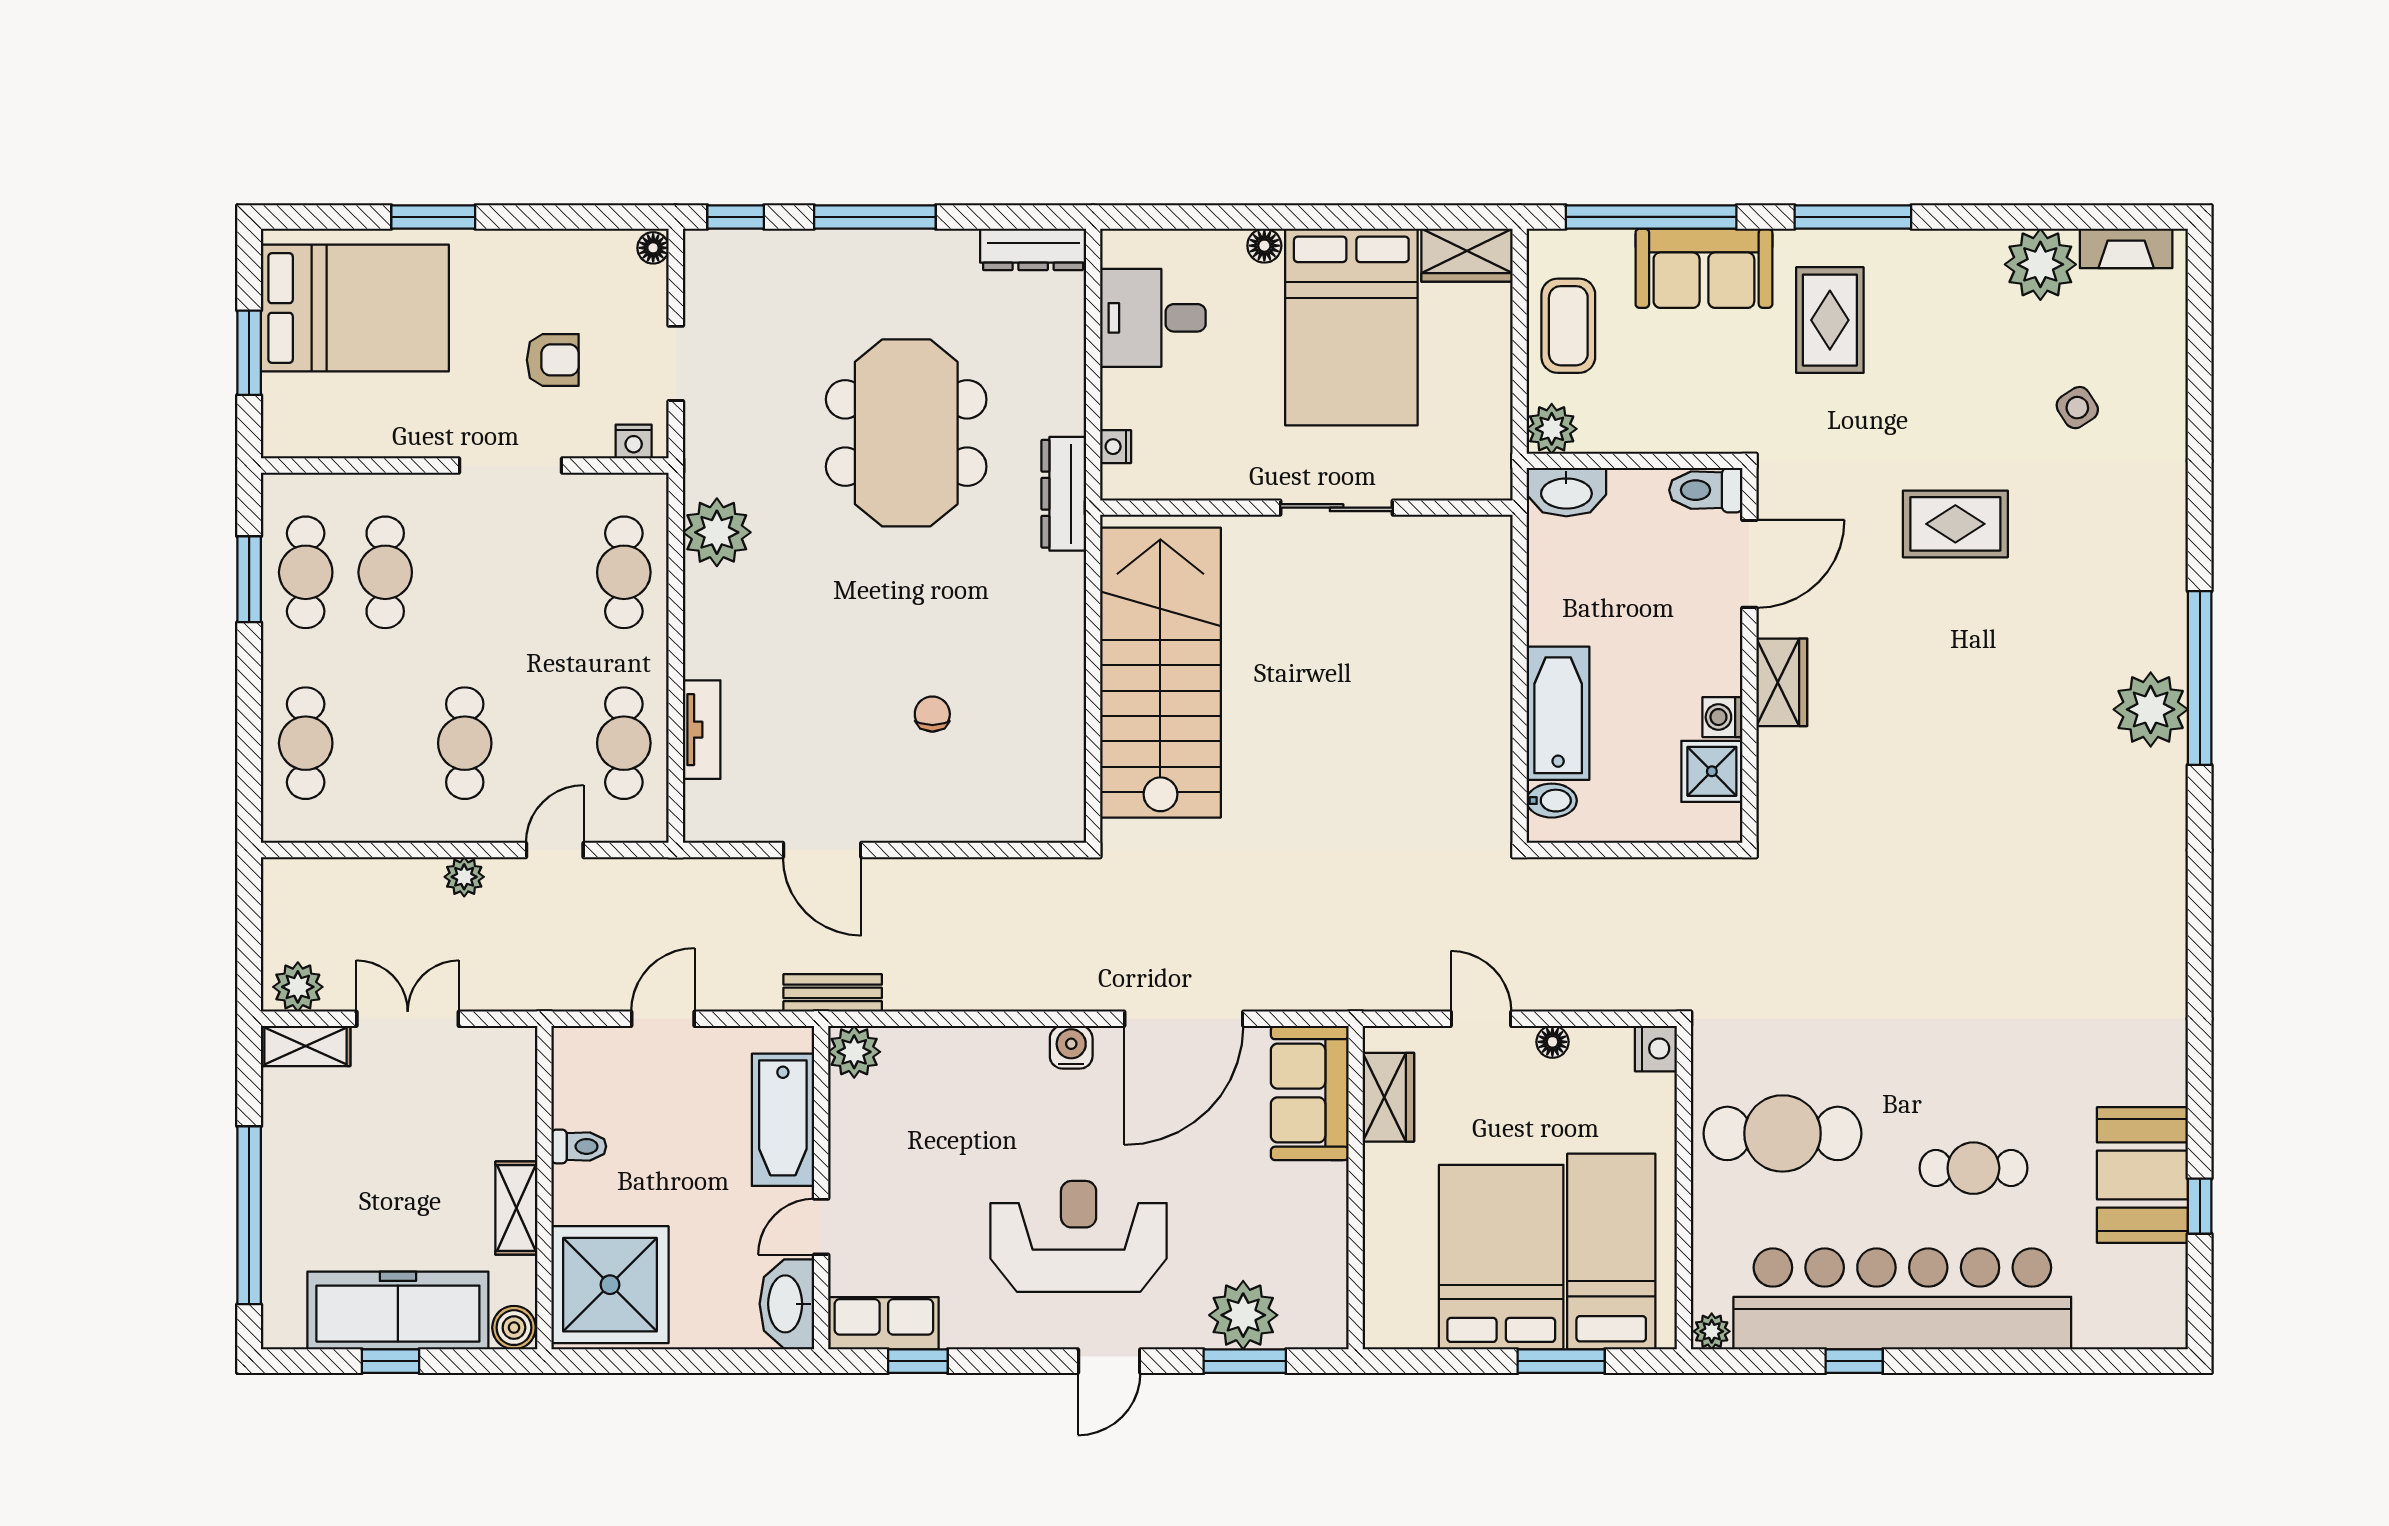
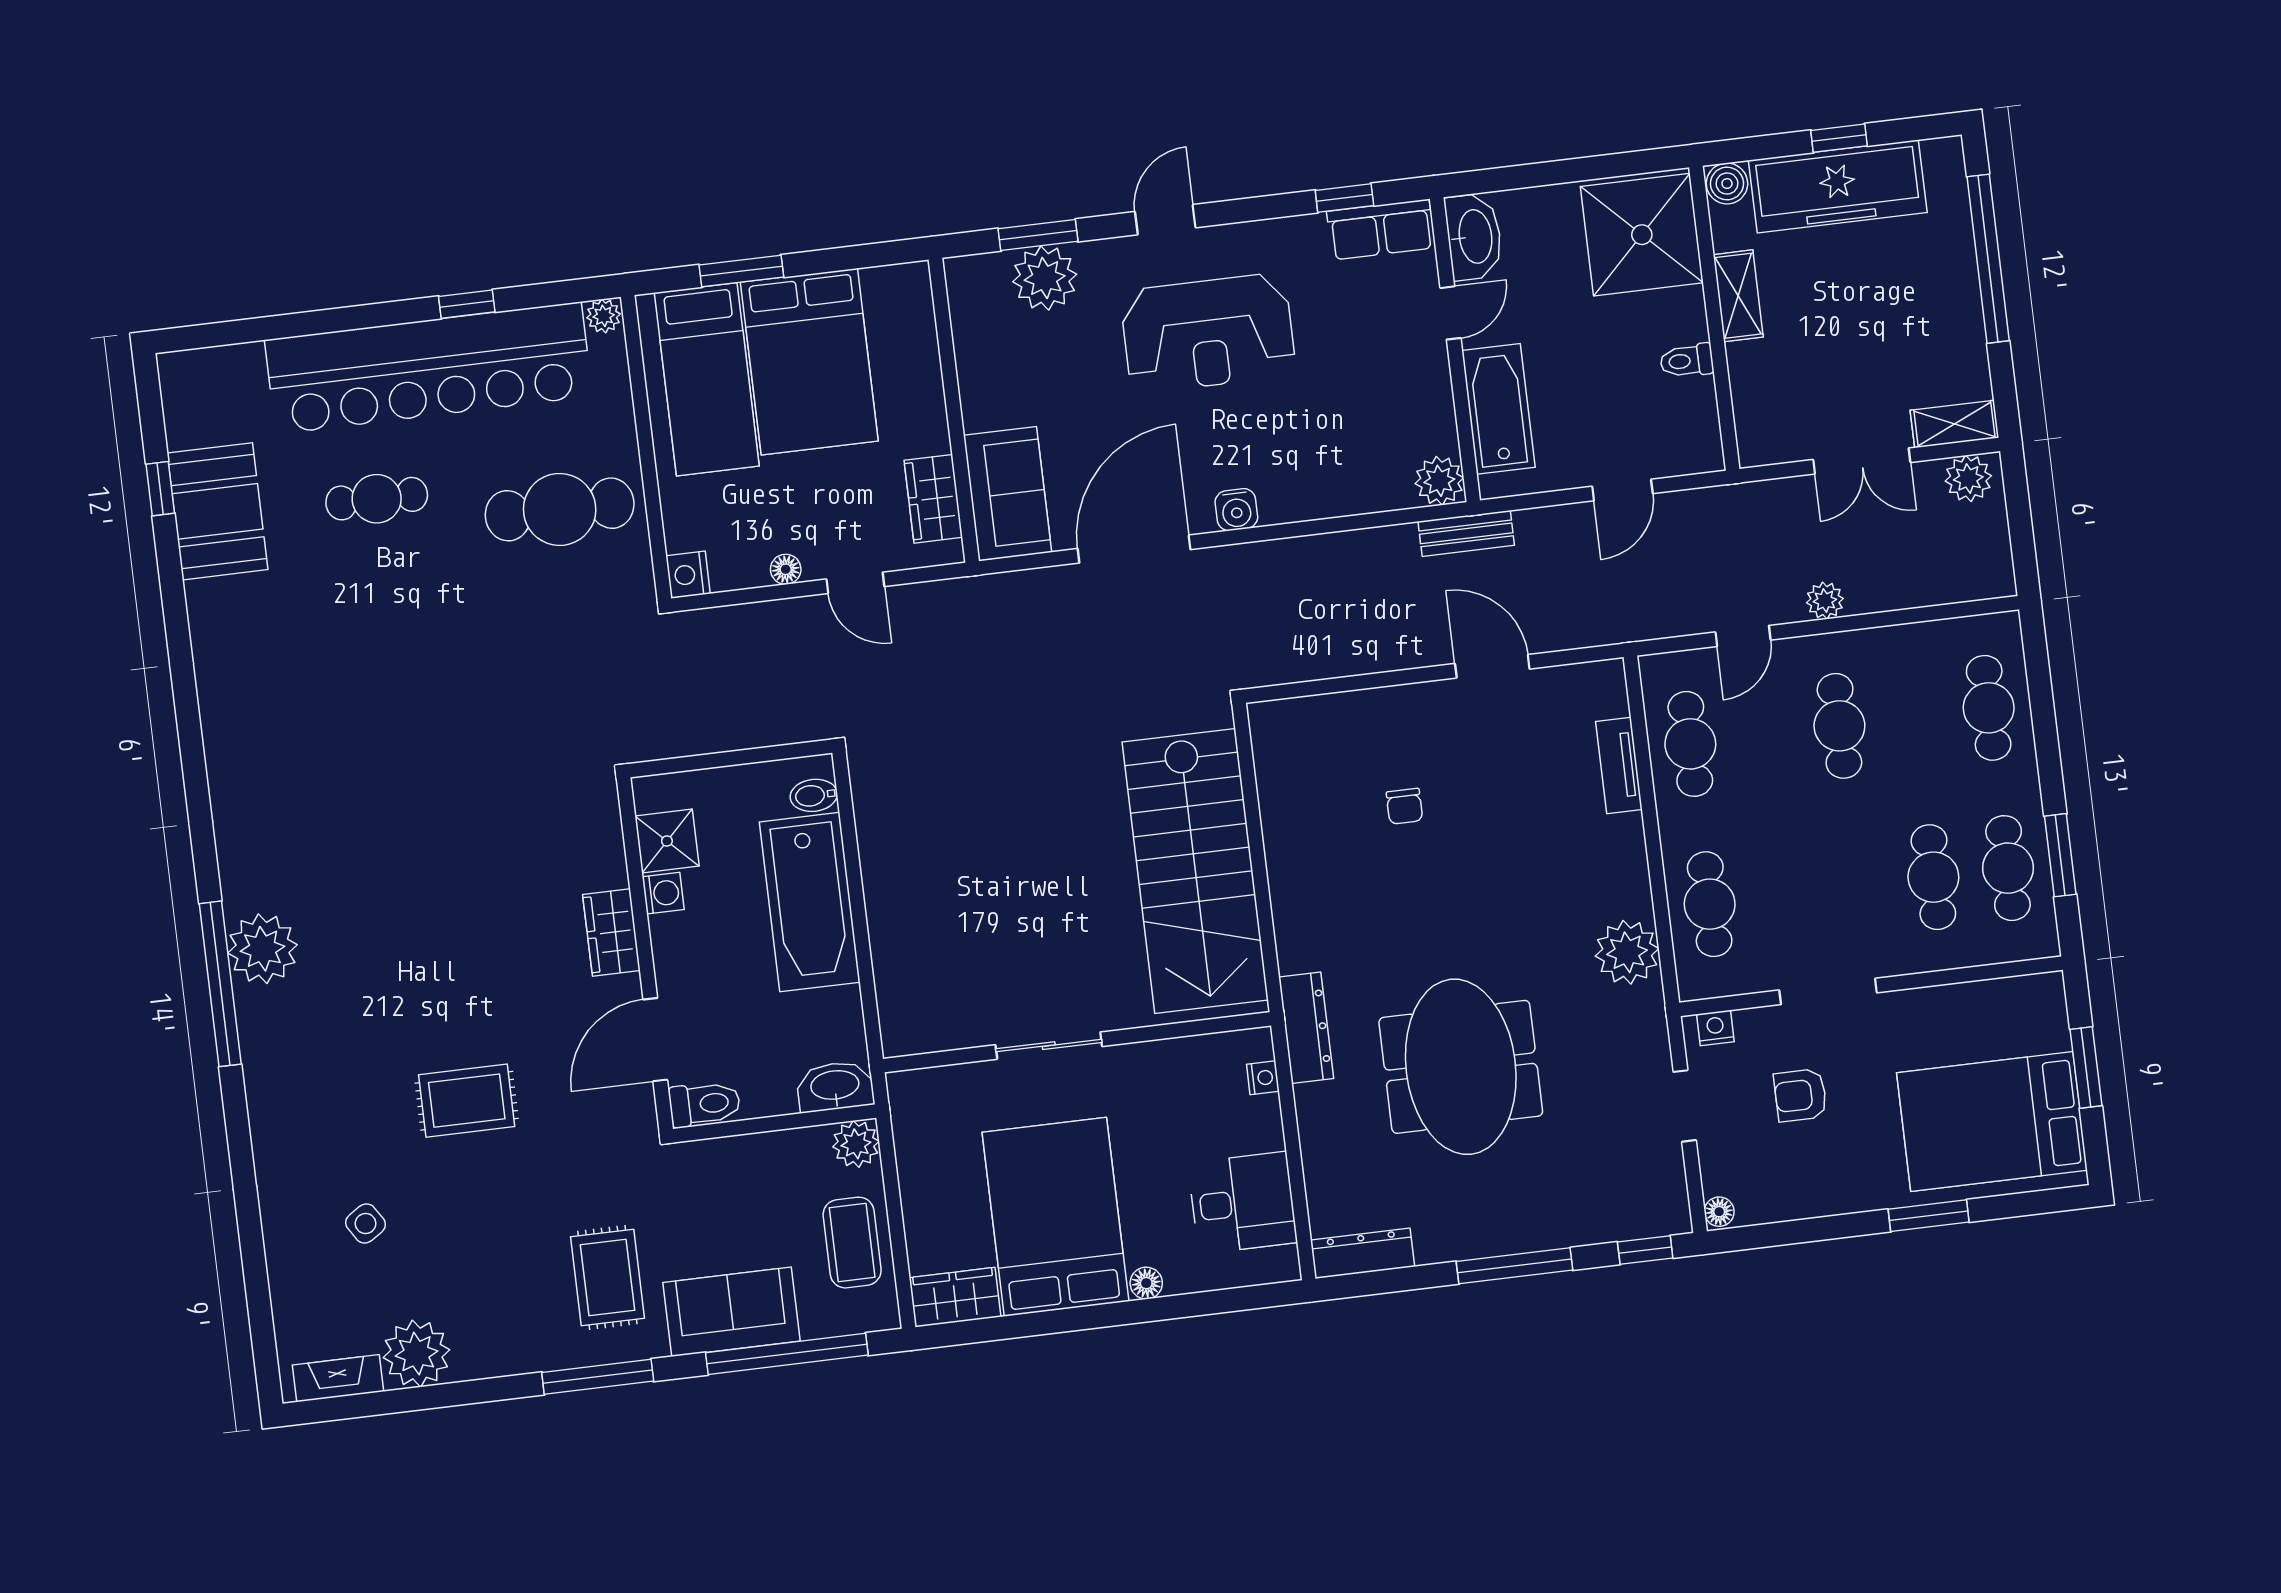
bathtub: (1558, 713) -> (810, 902), width x1.36, depth x1.36

